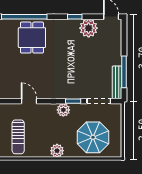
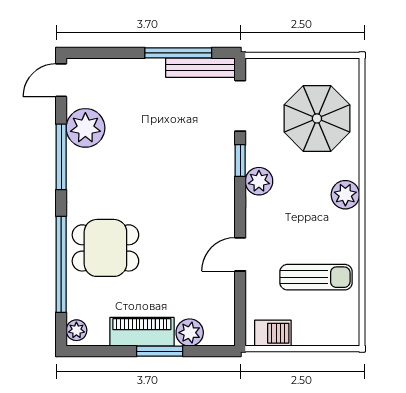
window: (75, 17) -> (61, 157), width x2.17

